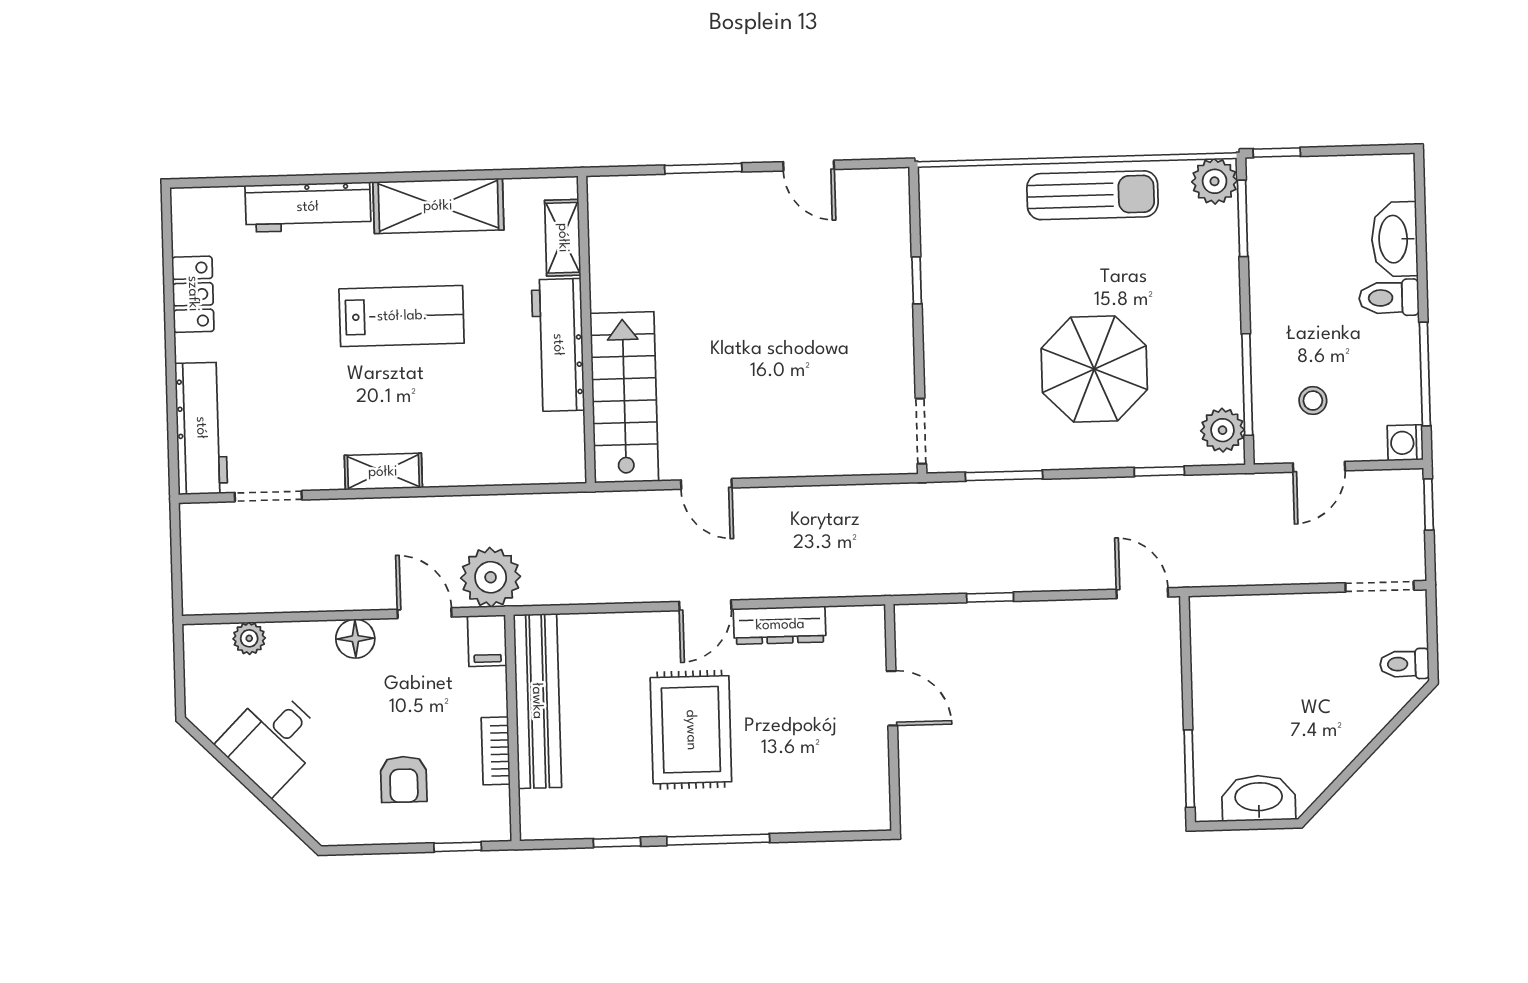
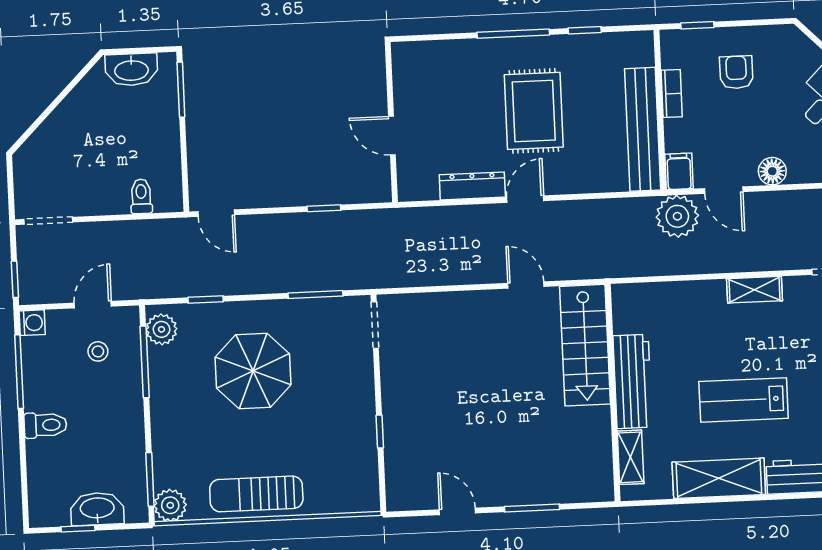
window: (1277, 153) -> (78, 529), moved
washbasin: (1394, 239) -> (97, 509), moved, turned -90
toilet: (1404, 664) -> (141, 196), moved, turned -90

